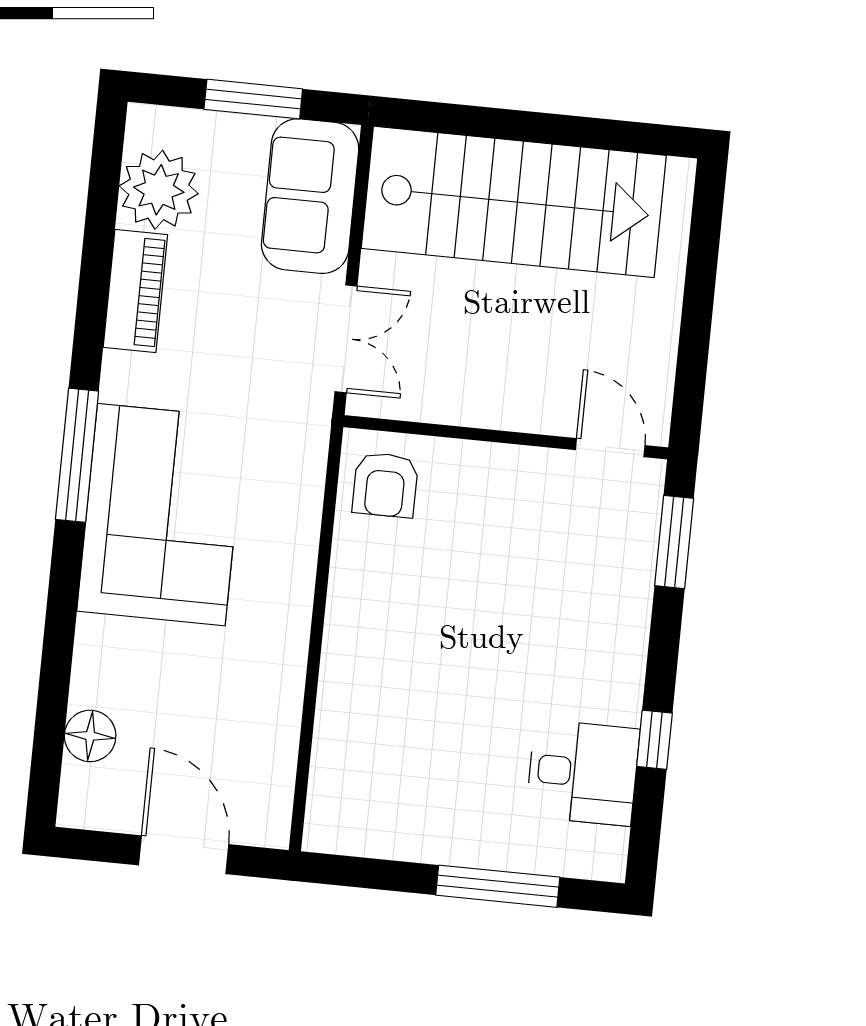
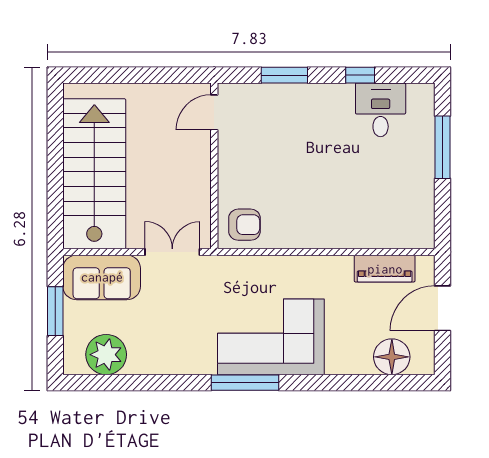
piano: (135, 291) -> (385, 269), moved, turned 180
window: (674, 542) -> (284, 75), moved
floor lamp: (90, 736) -> (392, 357), width x1.38, depth x1.38

